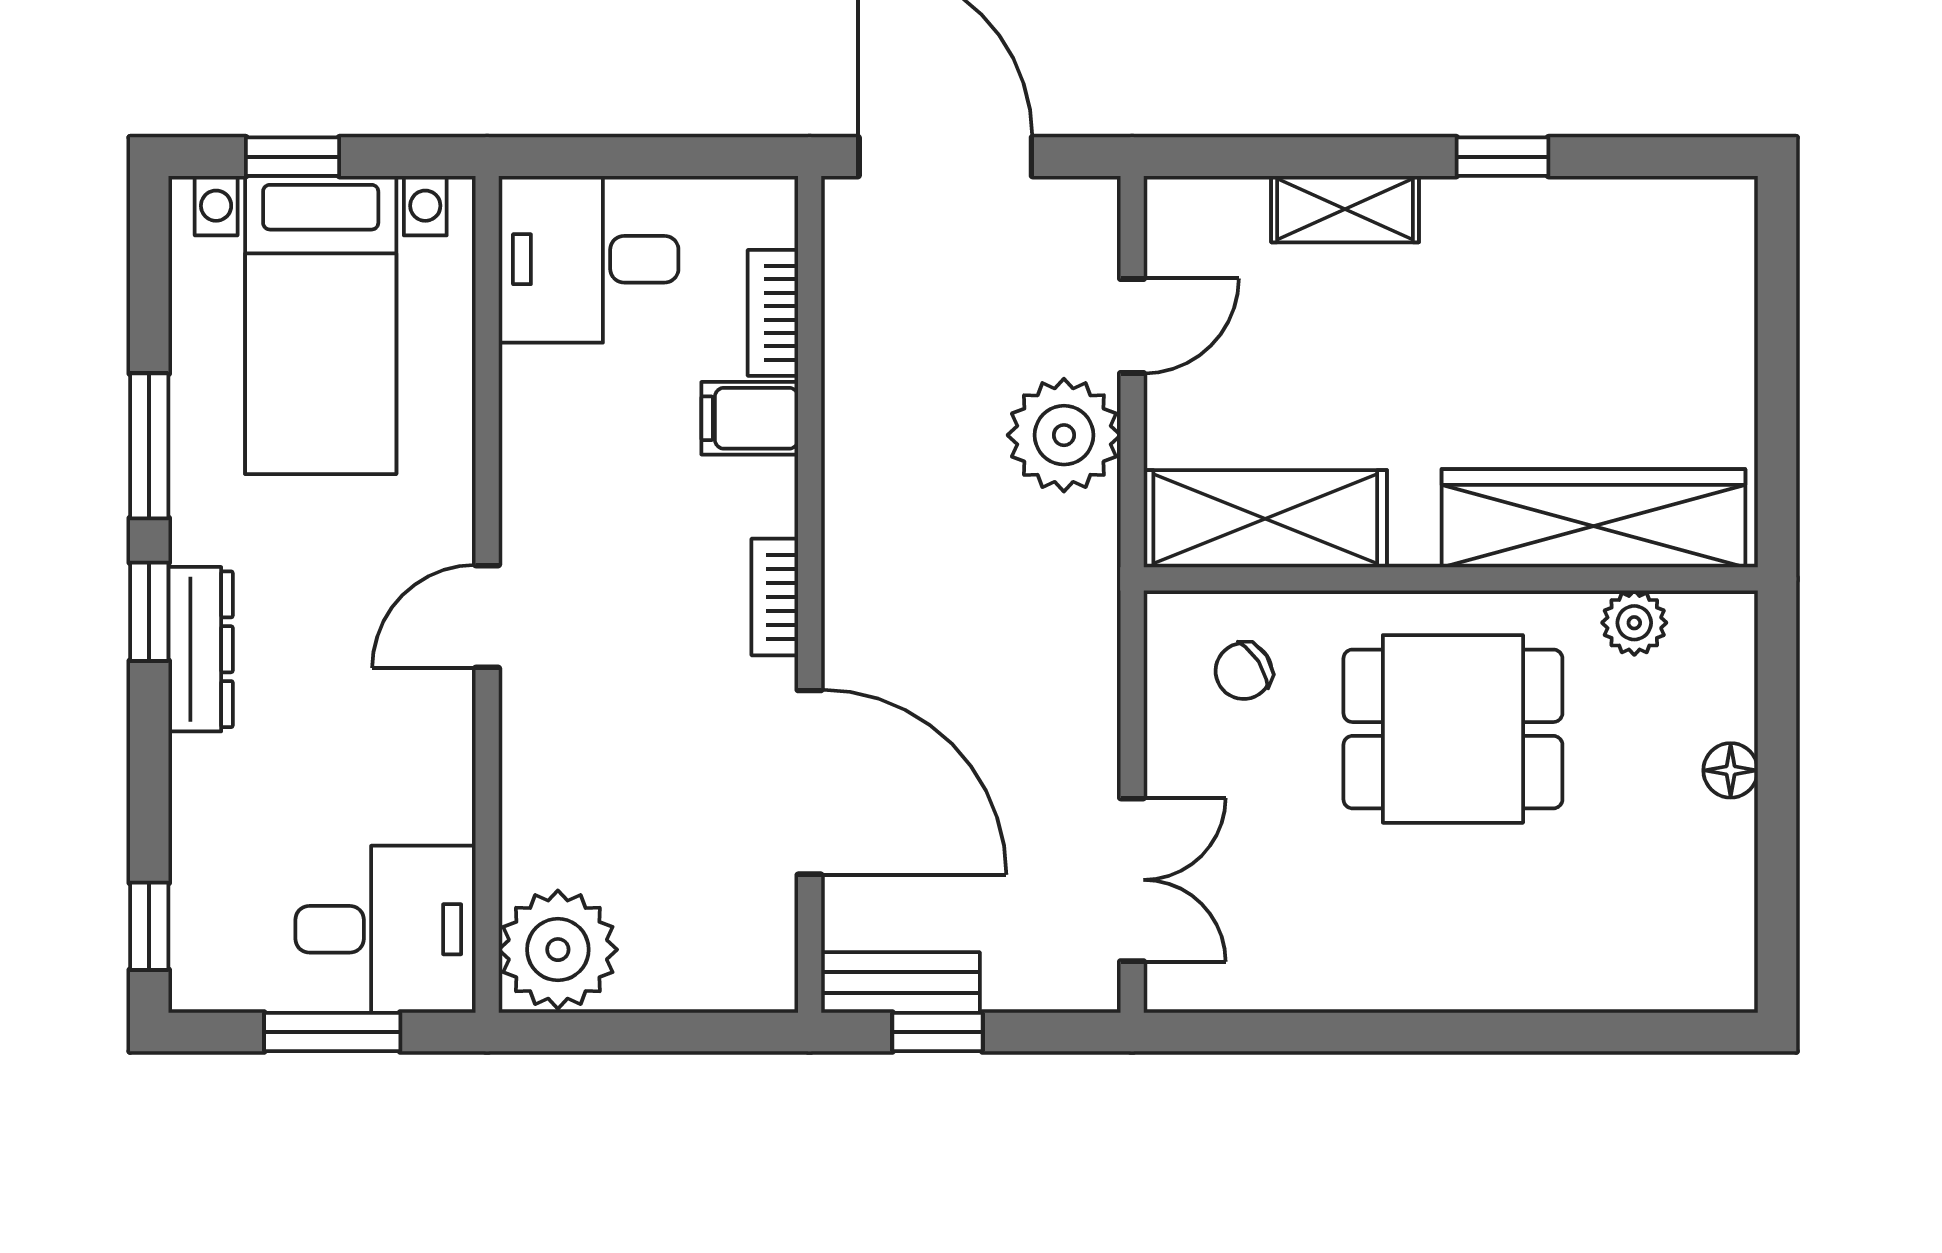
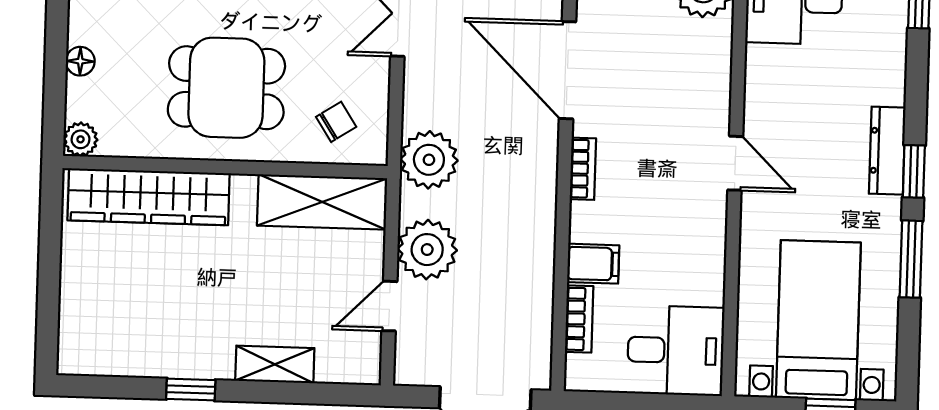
plant: (1066, 605) -> (429, 160), added
door: (487, 617) -> (735, 163), hinge flipped
plant: (1634, 623) -> (80, 139), moved

